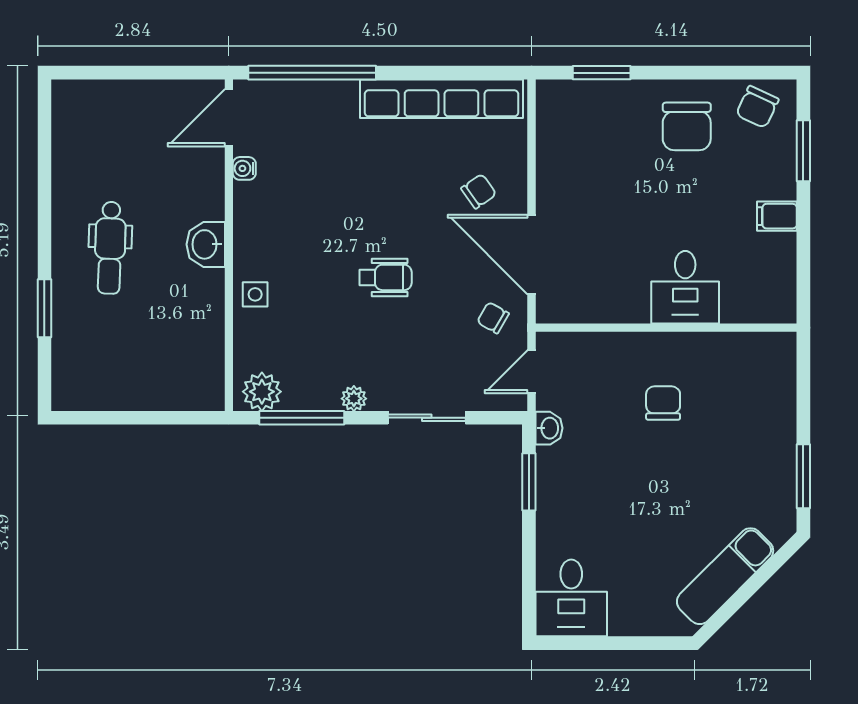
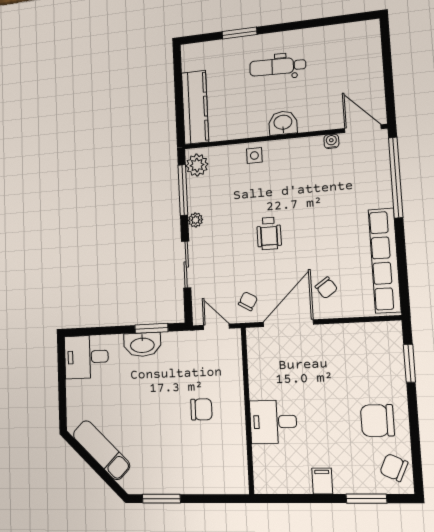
kitchen counter: (163, 390) -> (195, 107), added
washbasin: (549, 428) -> (142, 345), moved, width x1.91, depth x1.45

